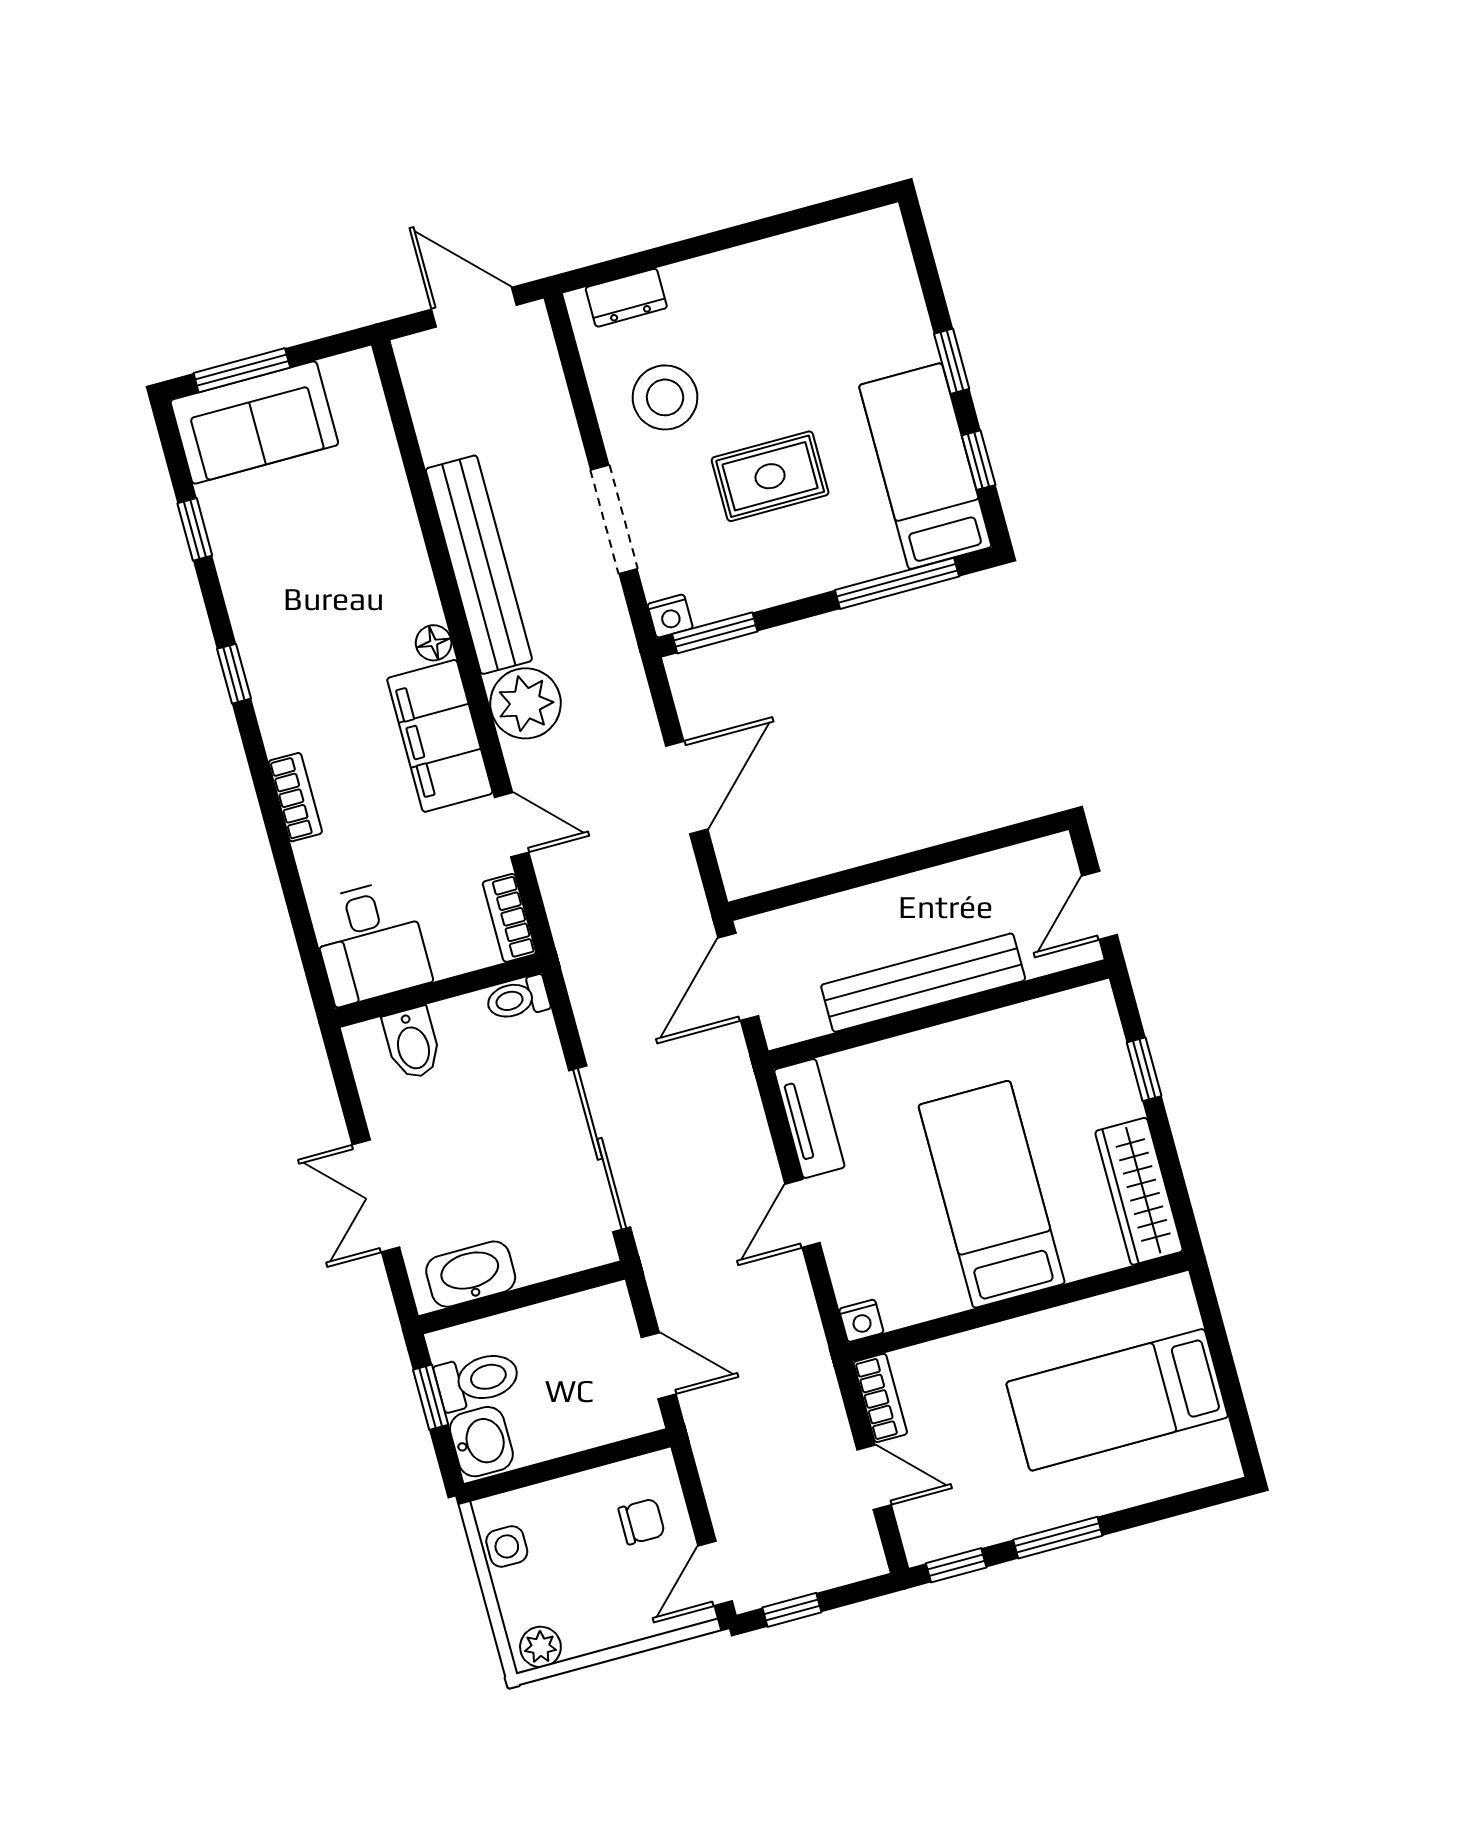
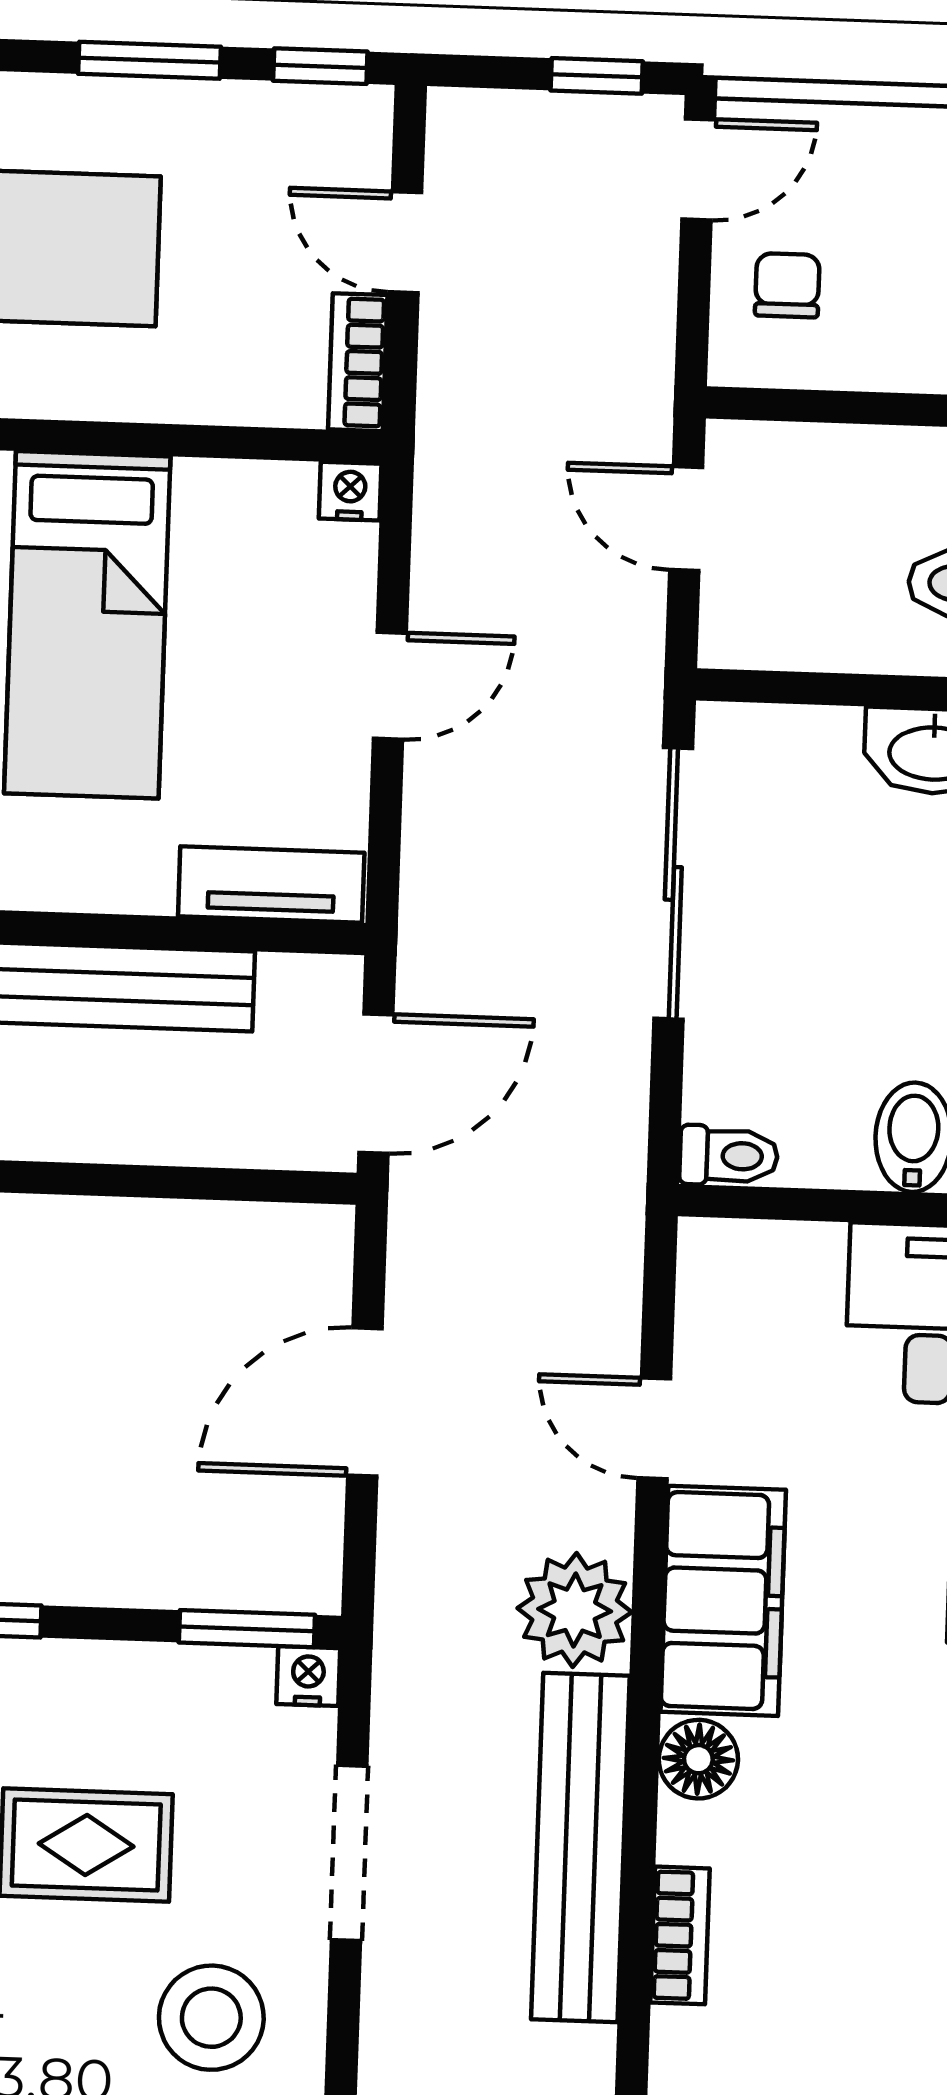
floor lamp: (434, 643) -> (698, 1759), width x1.37, depth x1.37
bookcase: (509, 918) -> (680, 1935), moved
tv unit: (809, 1119) -> (271, 884), moved, turned 90
chair: (642, 1521) -> (787, 285), turned 90

